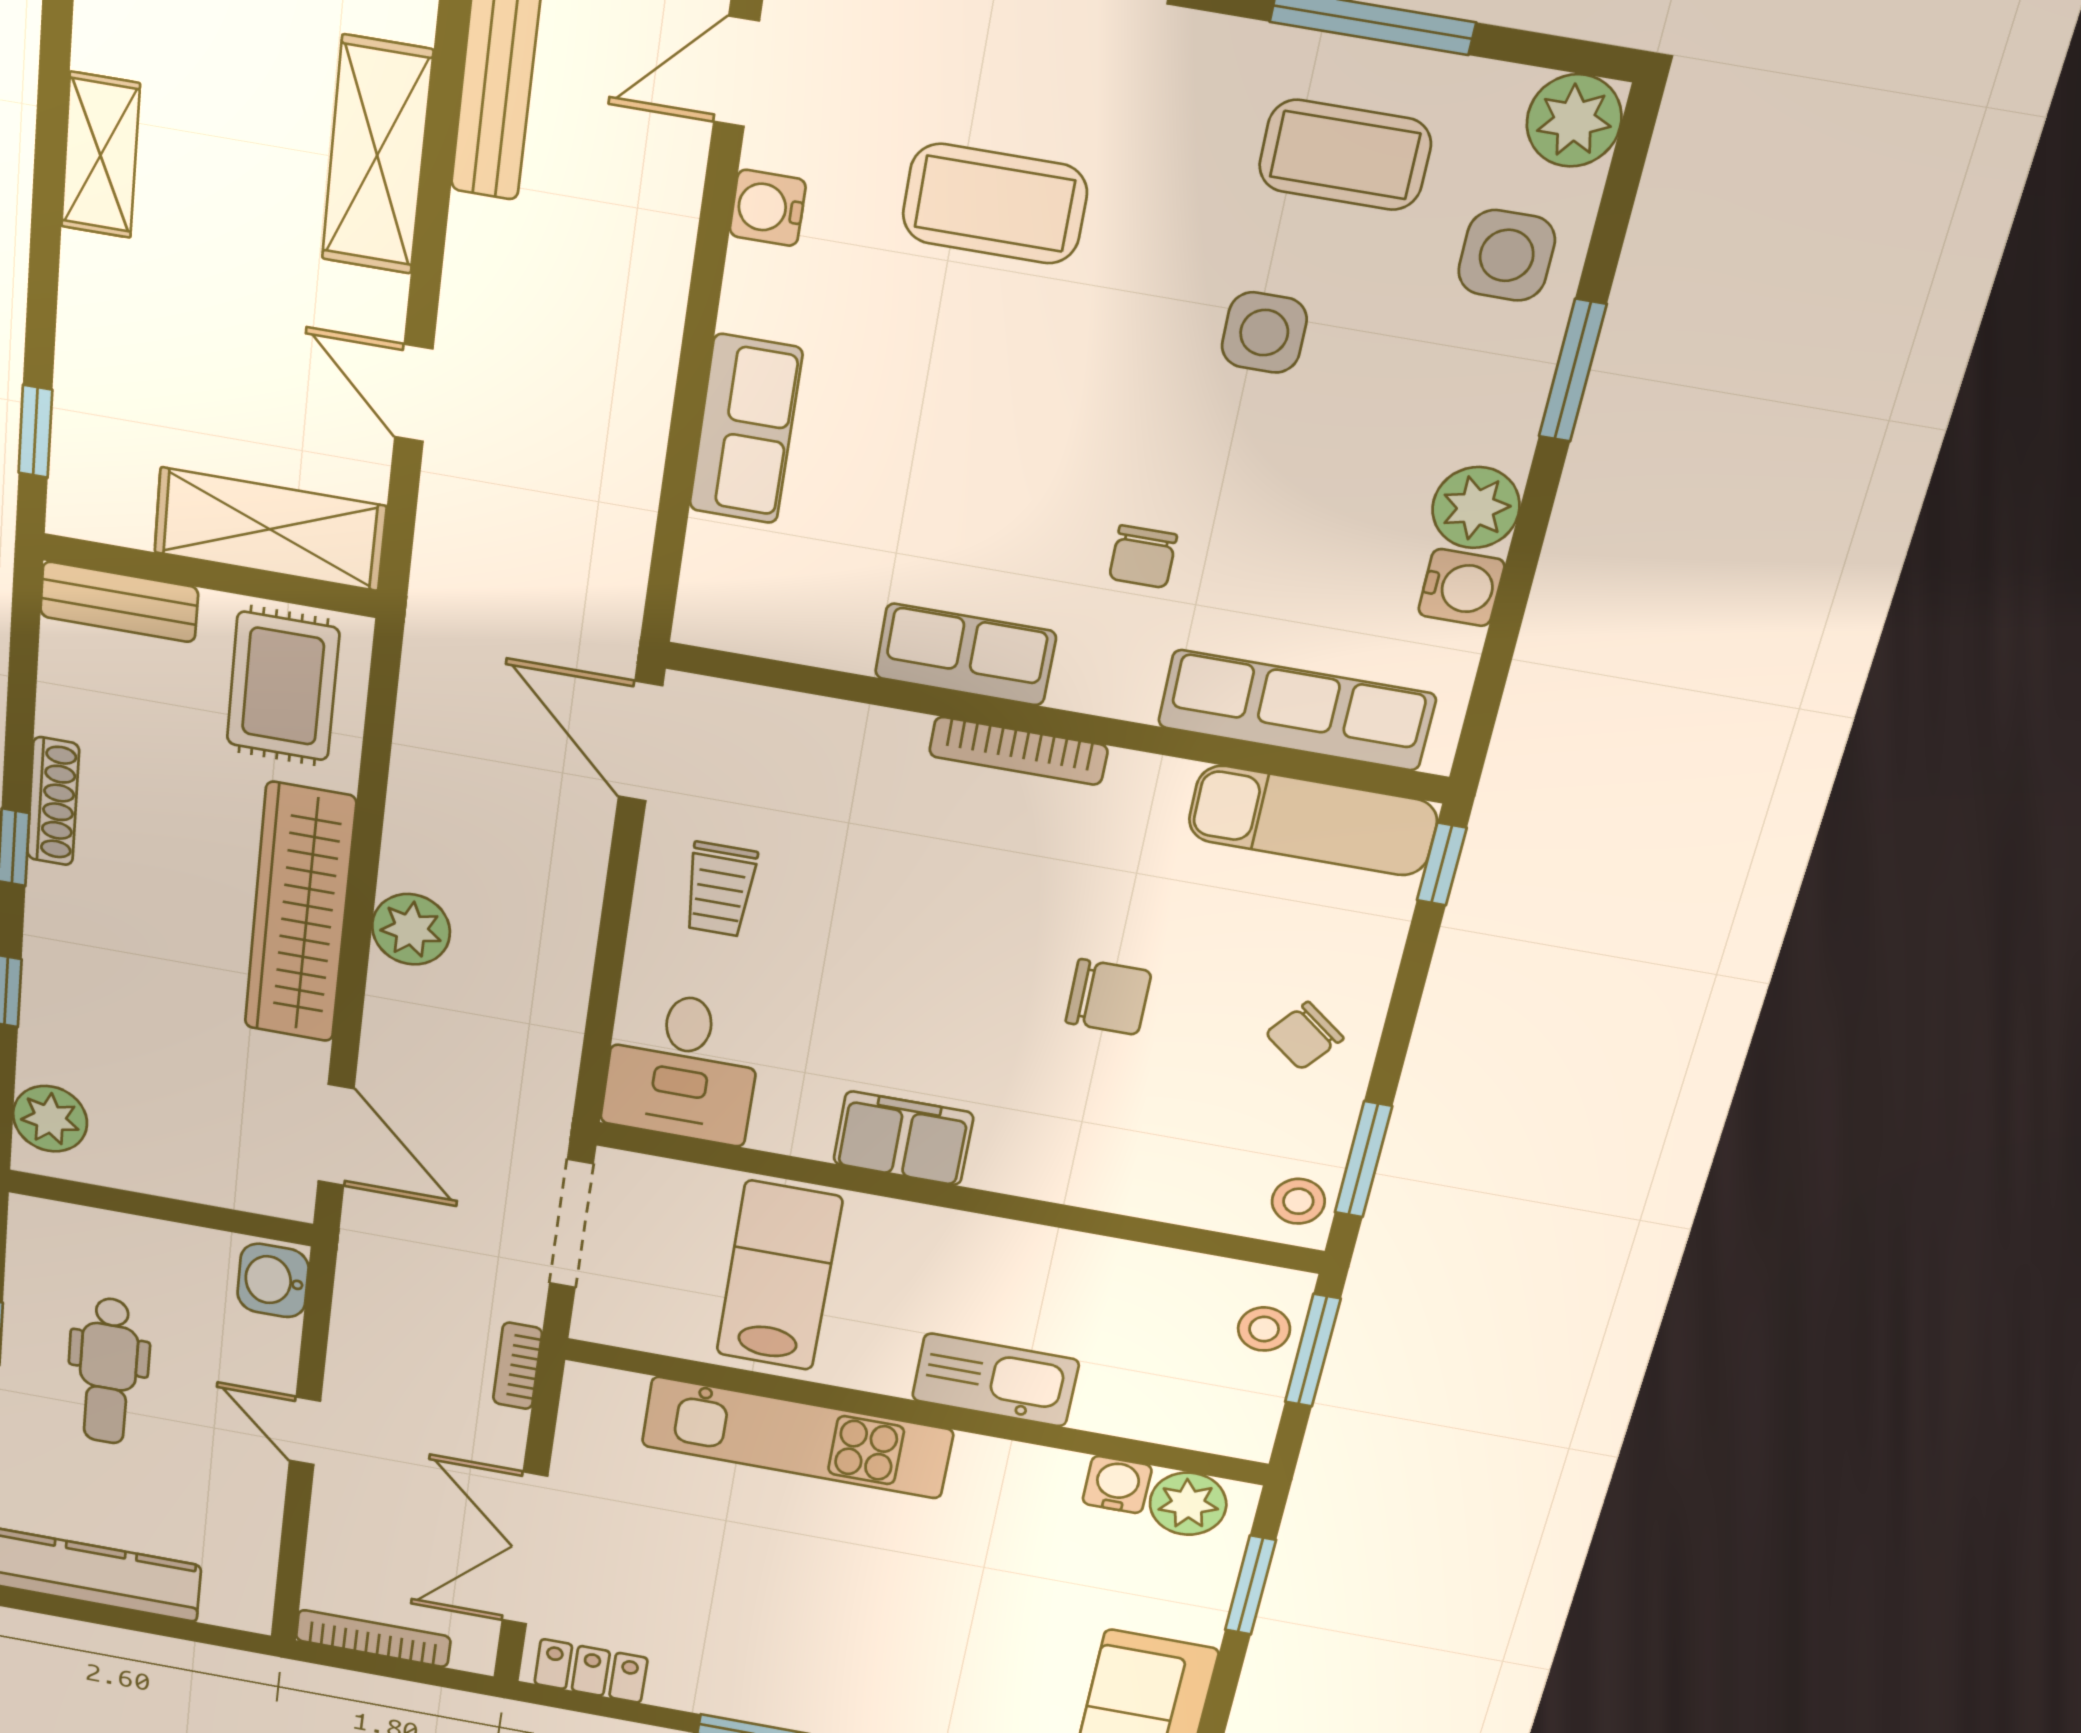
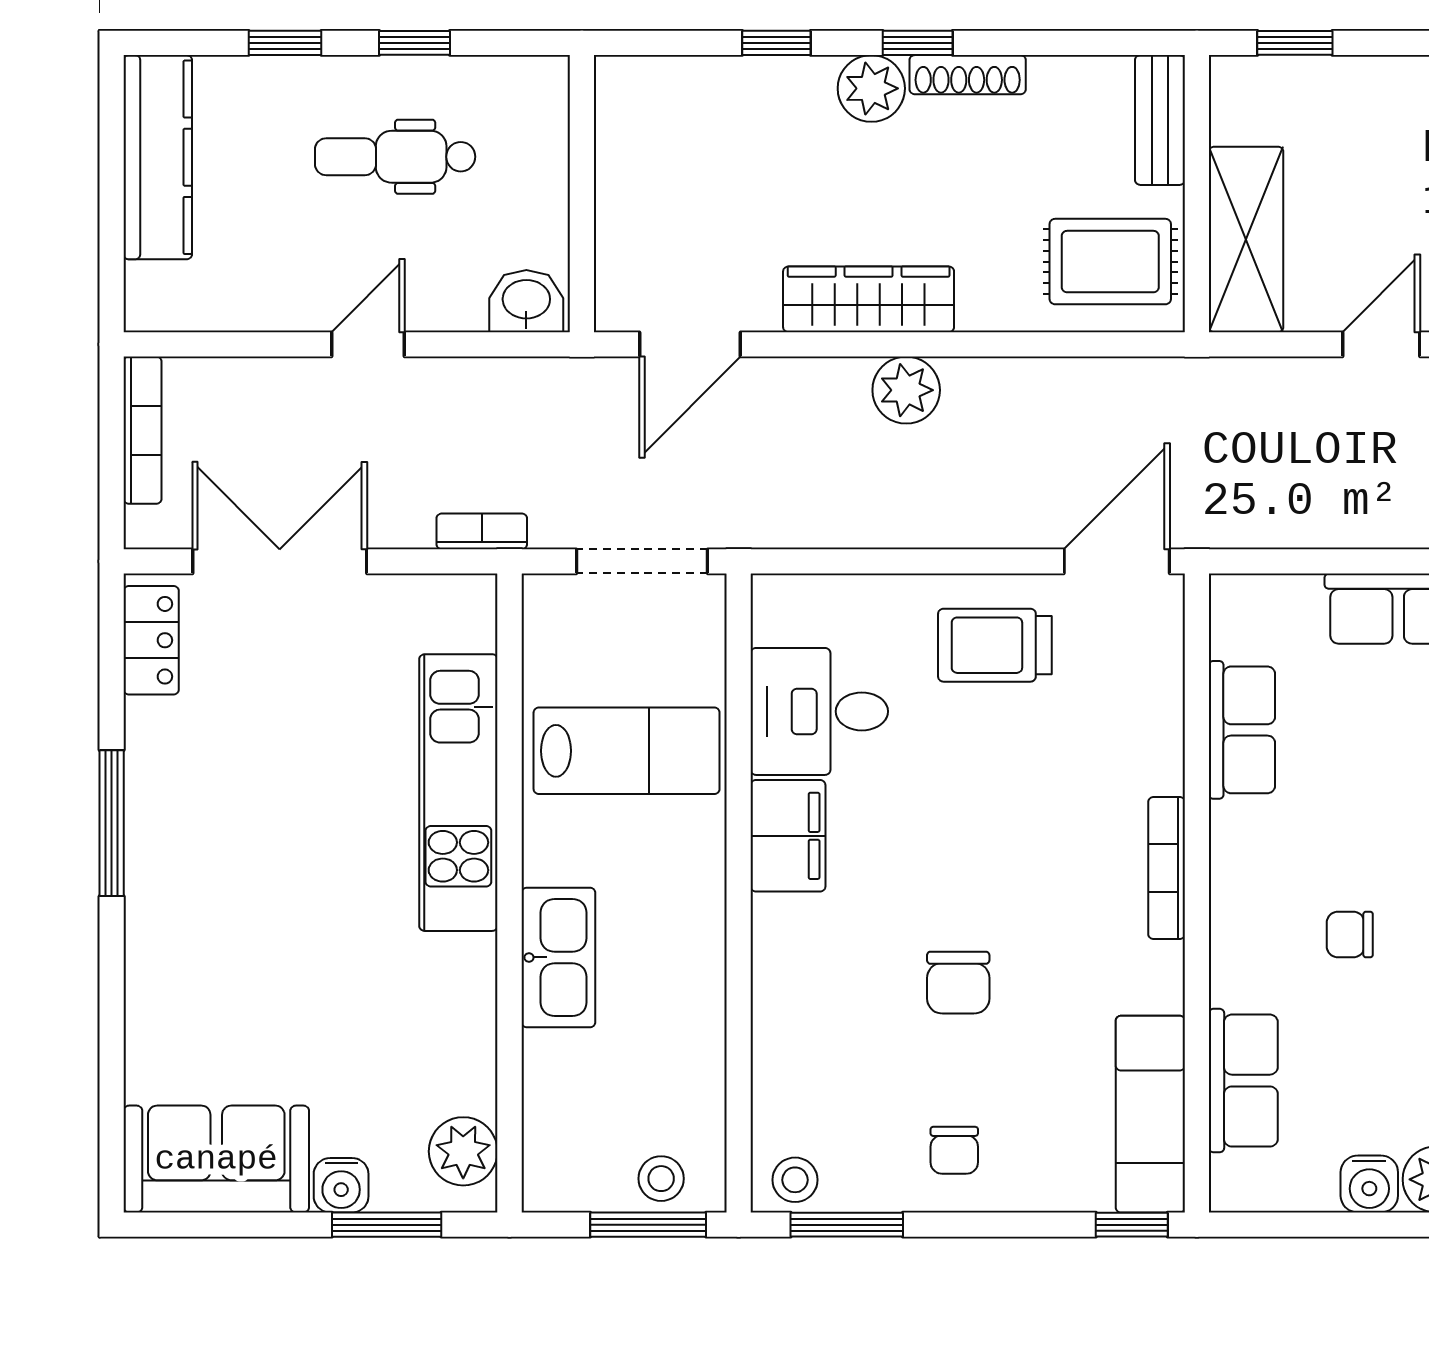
row of seats: (965, 655) -> (1242, 730), moved
row of seats: (1297, 710) -> (1243, 1081), width x0.68
trolley: (720, 889) -> (995, 645), width x1.36, depth x1.39
wardrobe: (300, 913) -> (869, 299), width x0.71, depth x0.85
chair: (1304, 1036) -> (954, 1150), turned -128
desk: (682, 1067) -> (819, 711), moved
plant: (50, 1119) -> (871, 88), moved
water cooler: (1117, 1485) -> (341, 1185), moved, turned 90

